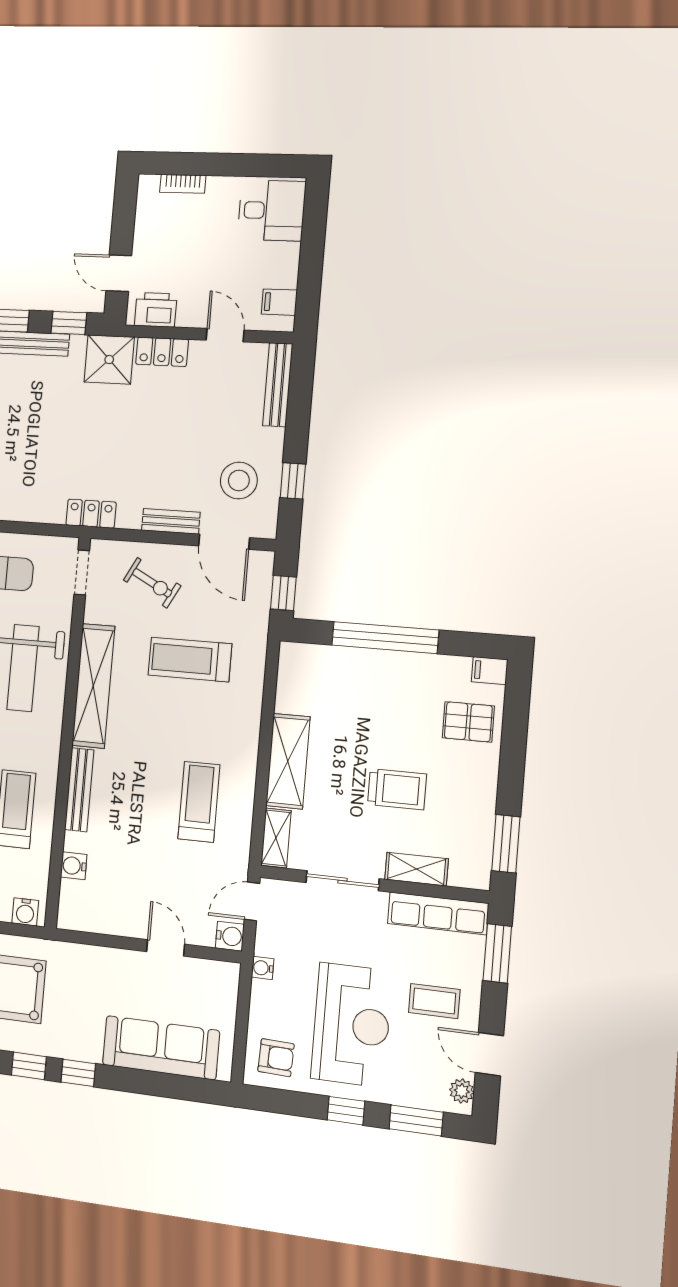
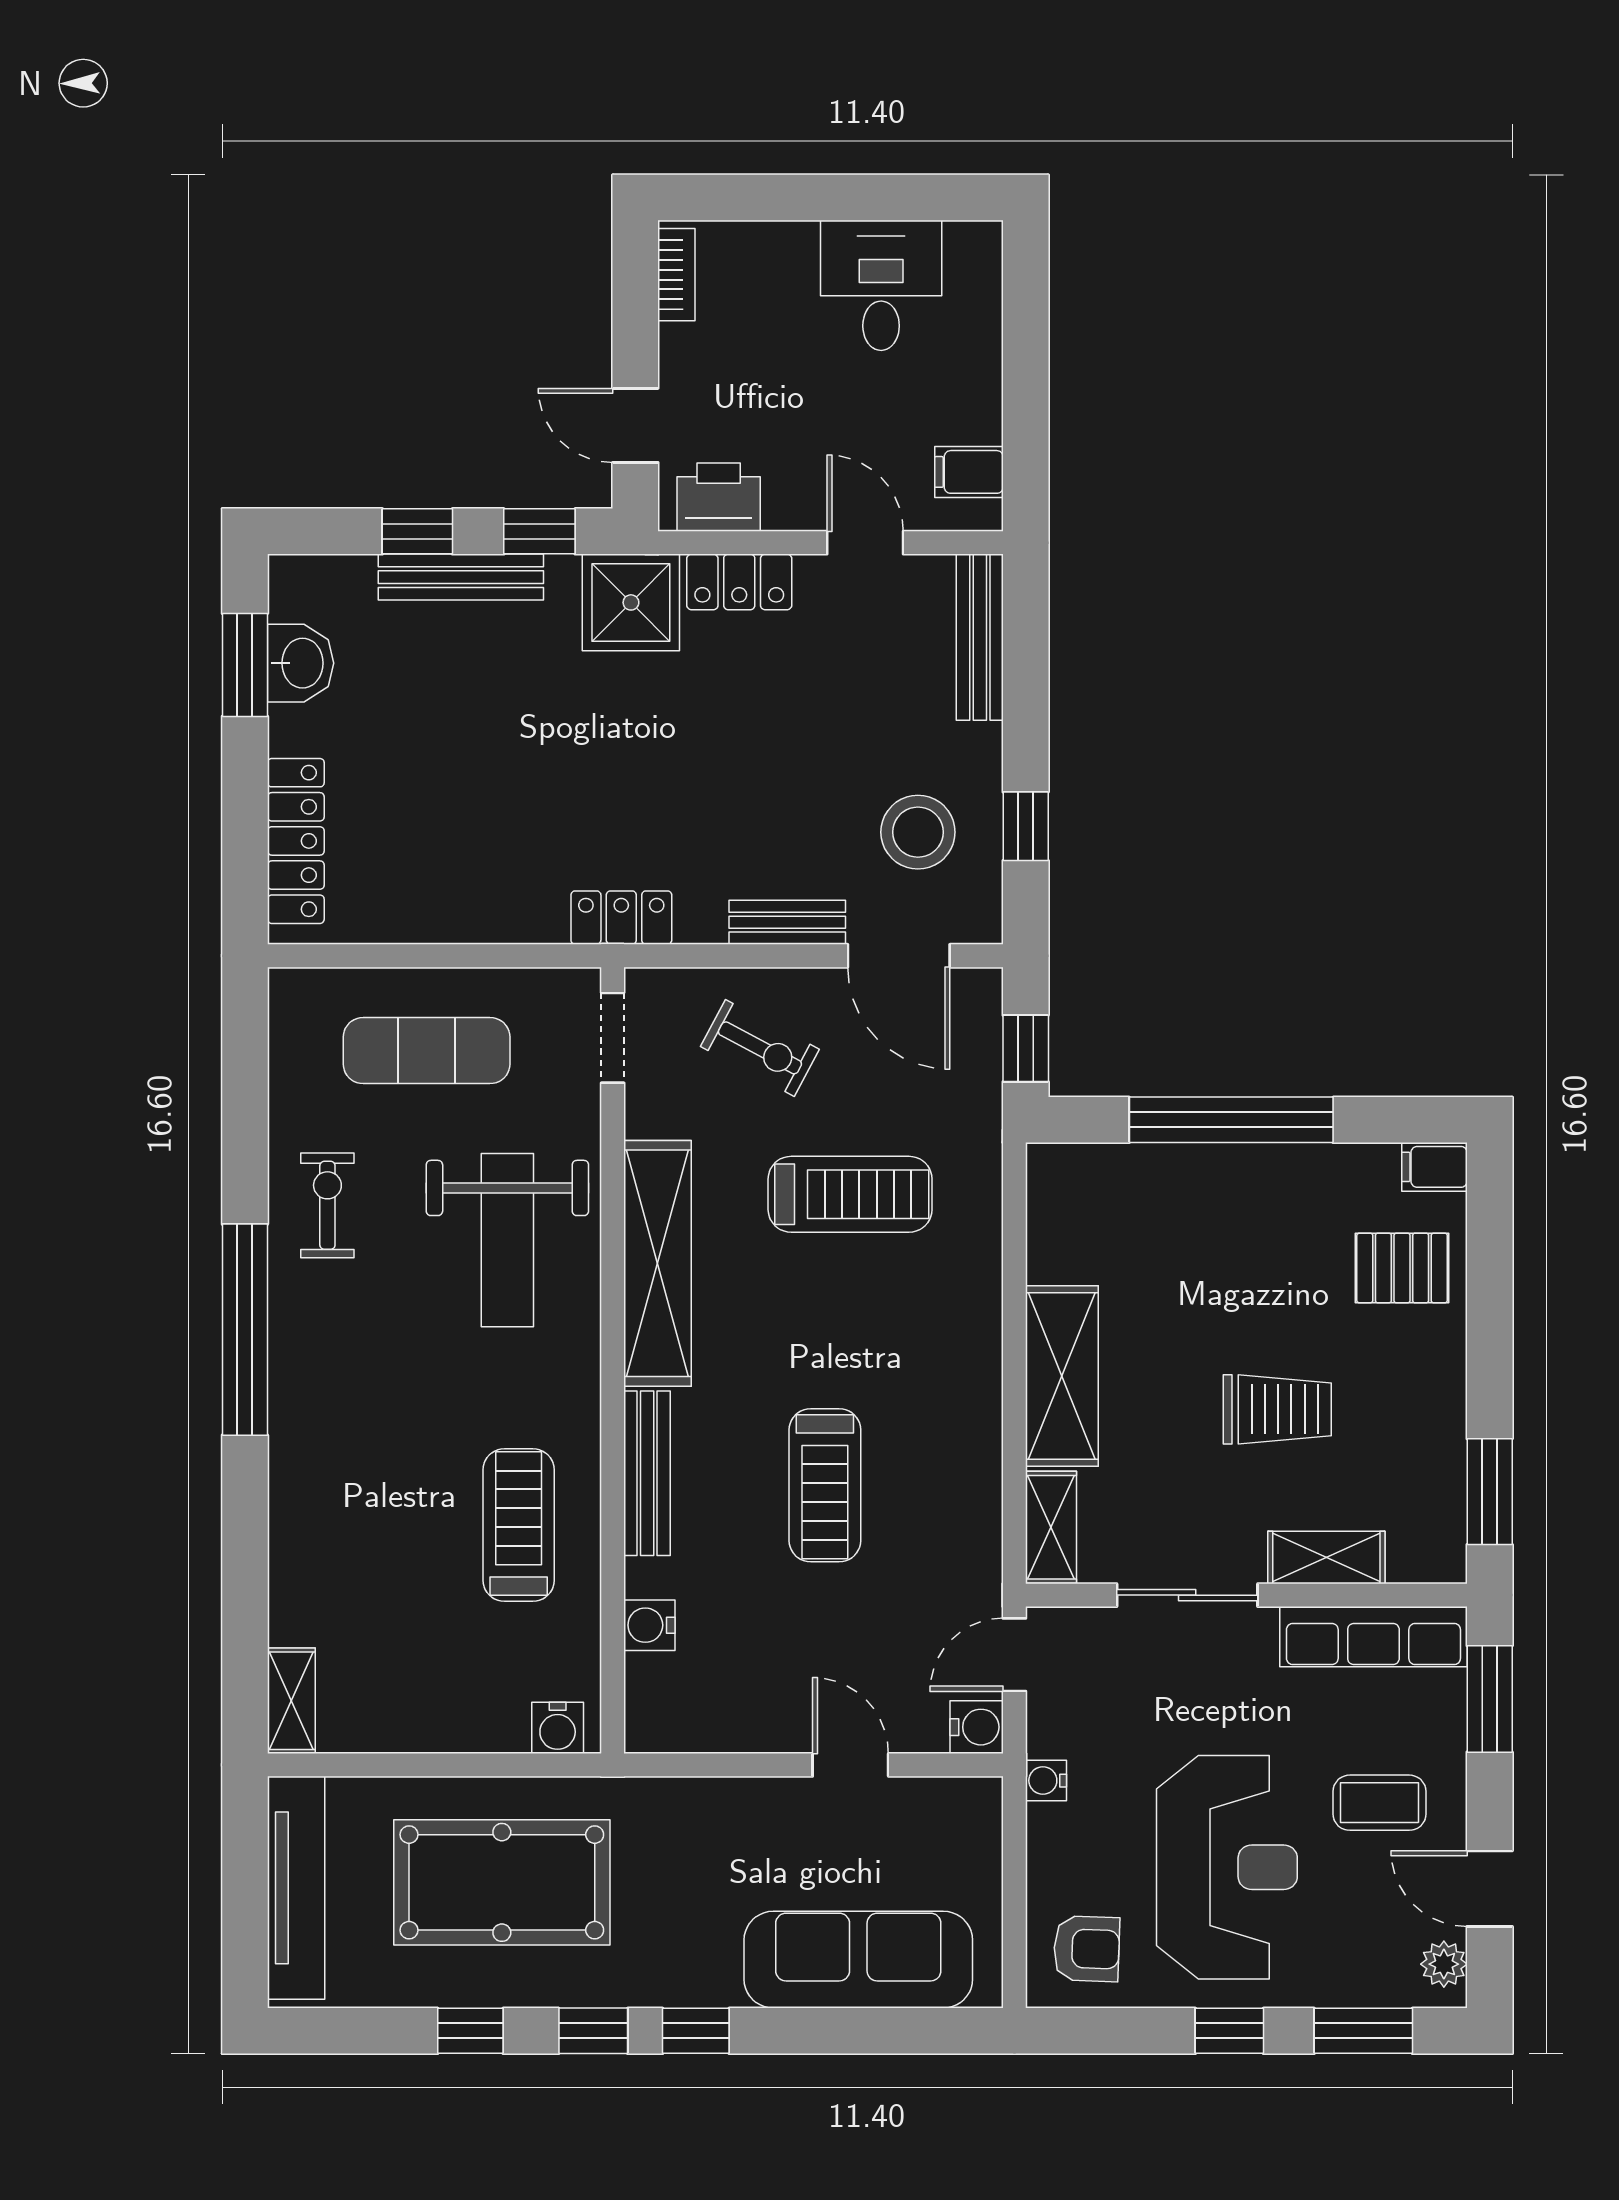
bookcase: (183, 184) -> (676, 275), moved, turned -90
desk: (272, 210) -> (881, 285), moved, turned -90
treadmill: (190, 660) -> (850, 1194), turned 180
treadmill: (199, 802) -> (825, 1485), moved, turned 180

